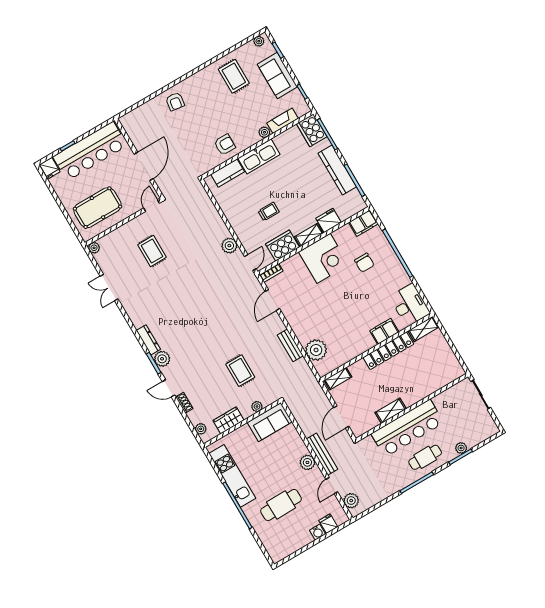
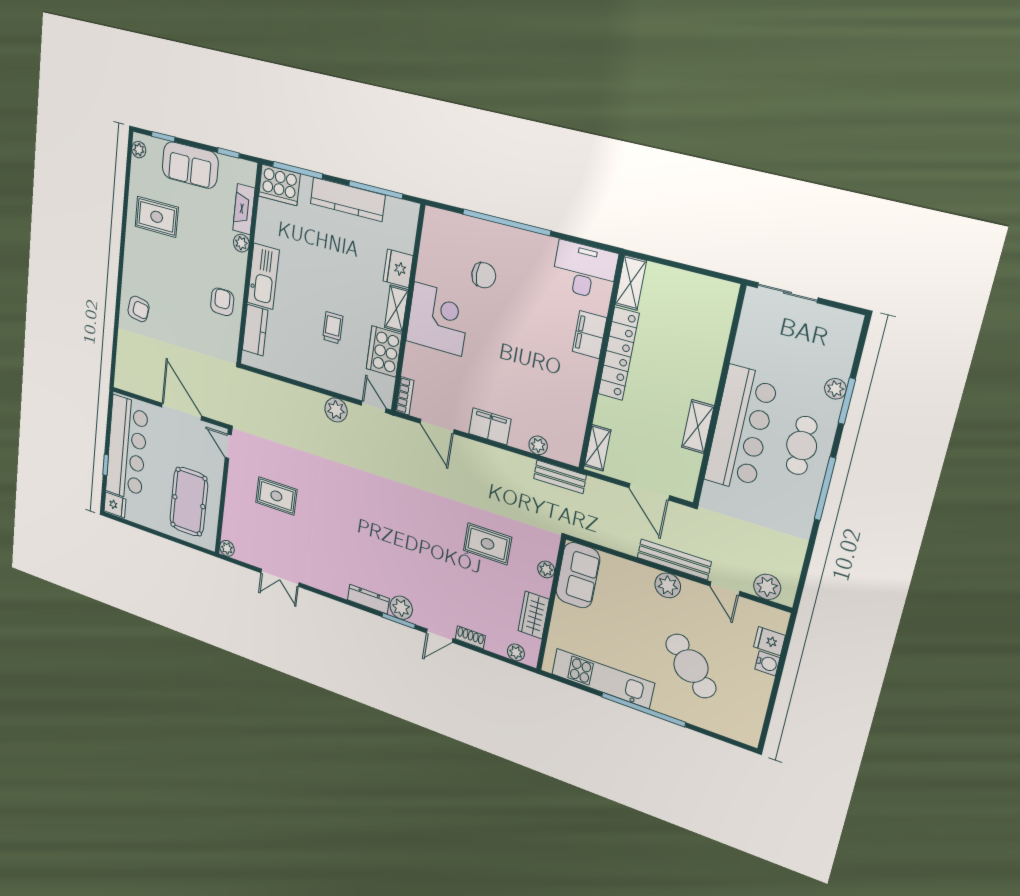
filing cabinet: (363, 223) -> (490, 426), moved, turned -90
bench: (290, 345) -> (560, 477), moved
plant: (316, 350) -> (538, 445), width x0.53, depth x0.53
cafe table: (281, 505) -> (691, 666), turned -44

